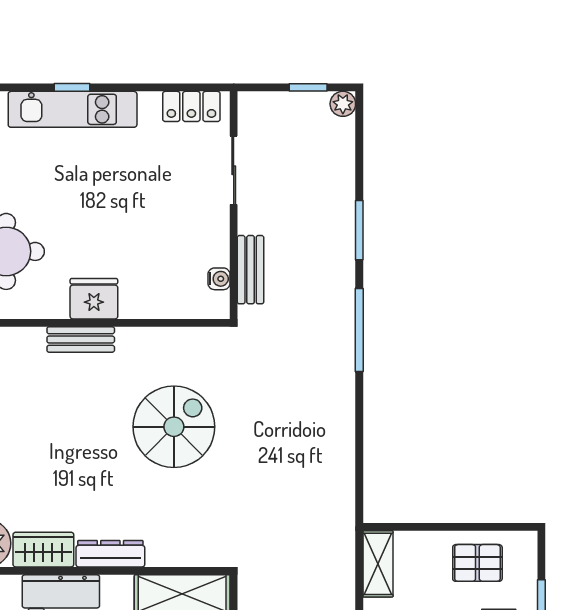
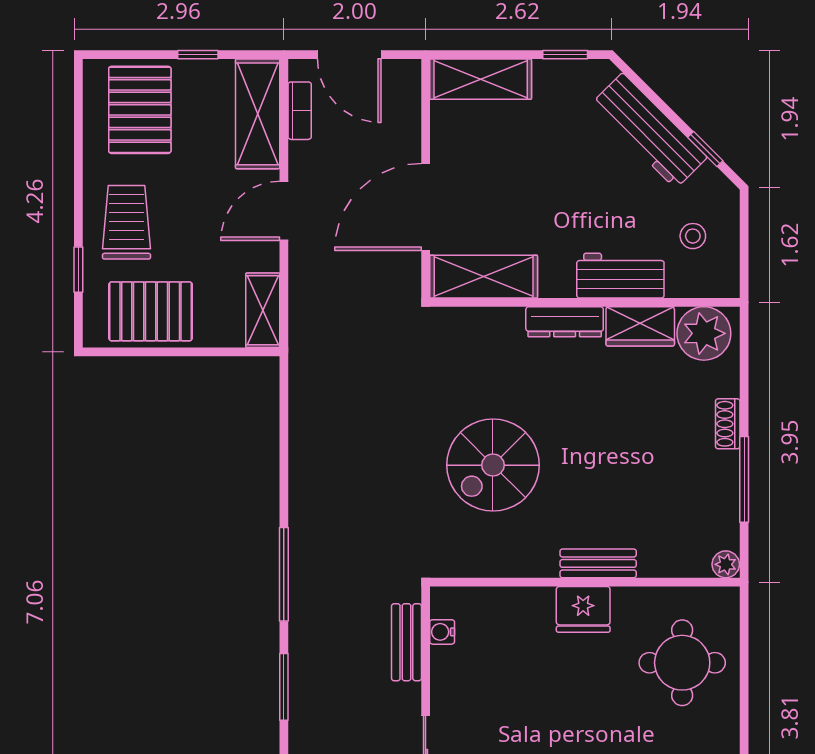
pallet: (477, 563) -> (151, 311), width x1.50, depth x1.42

